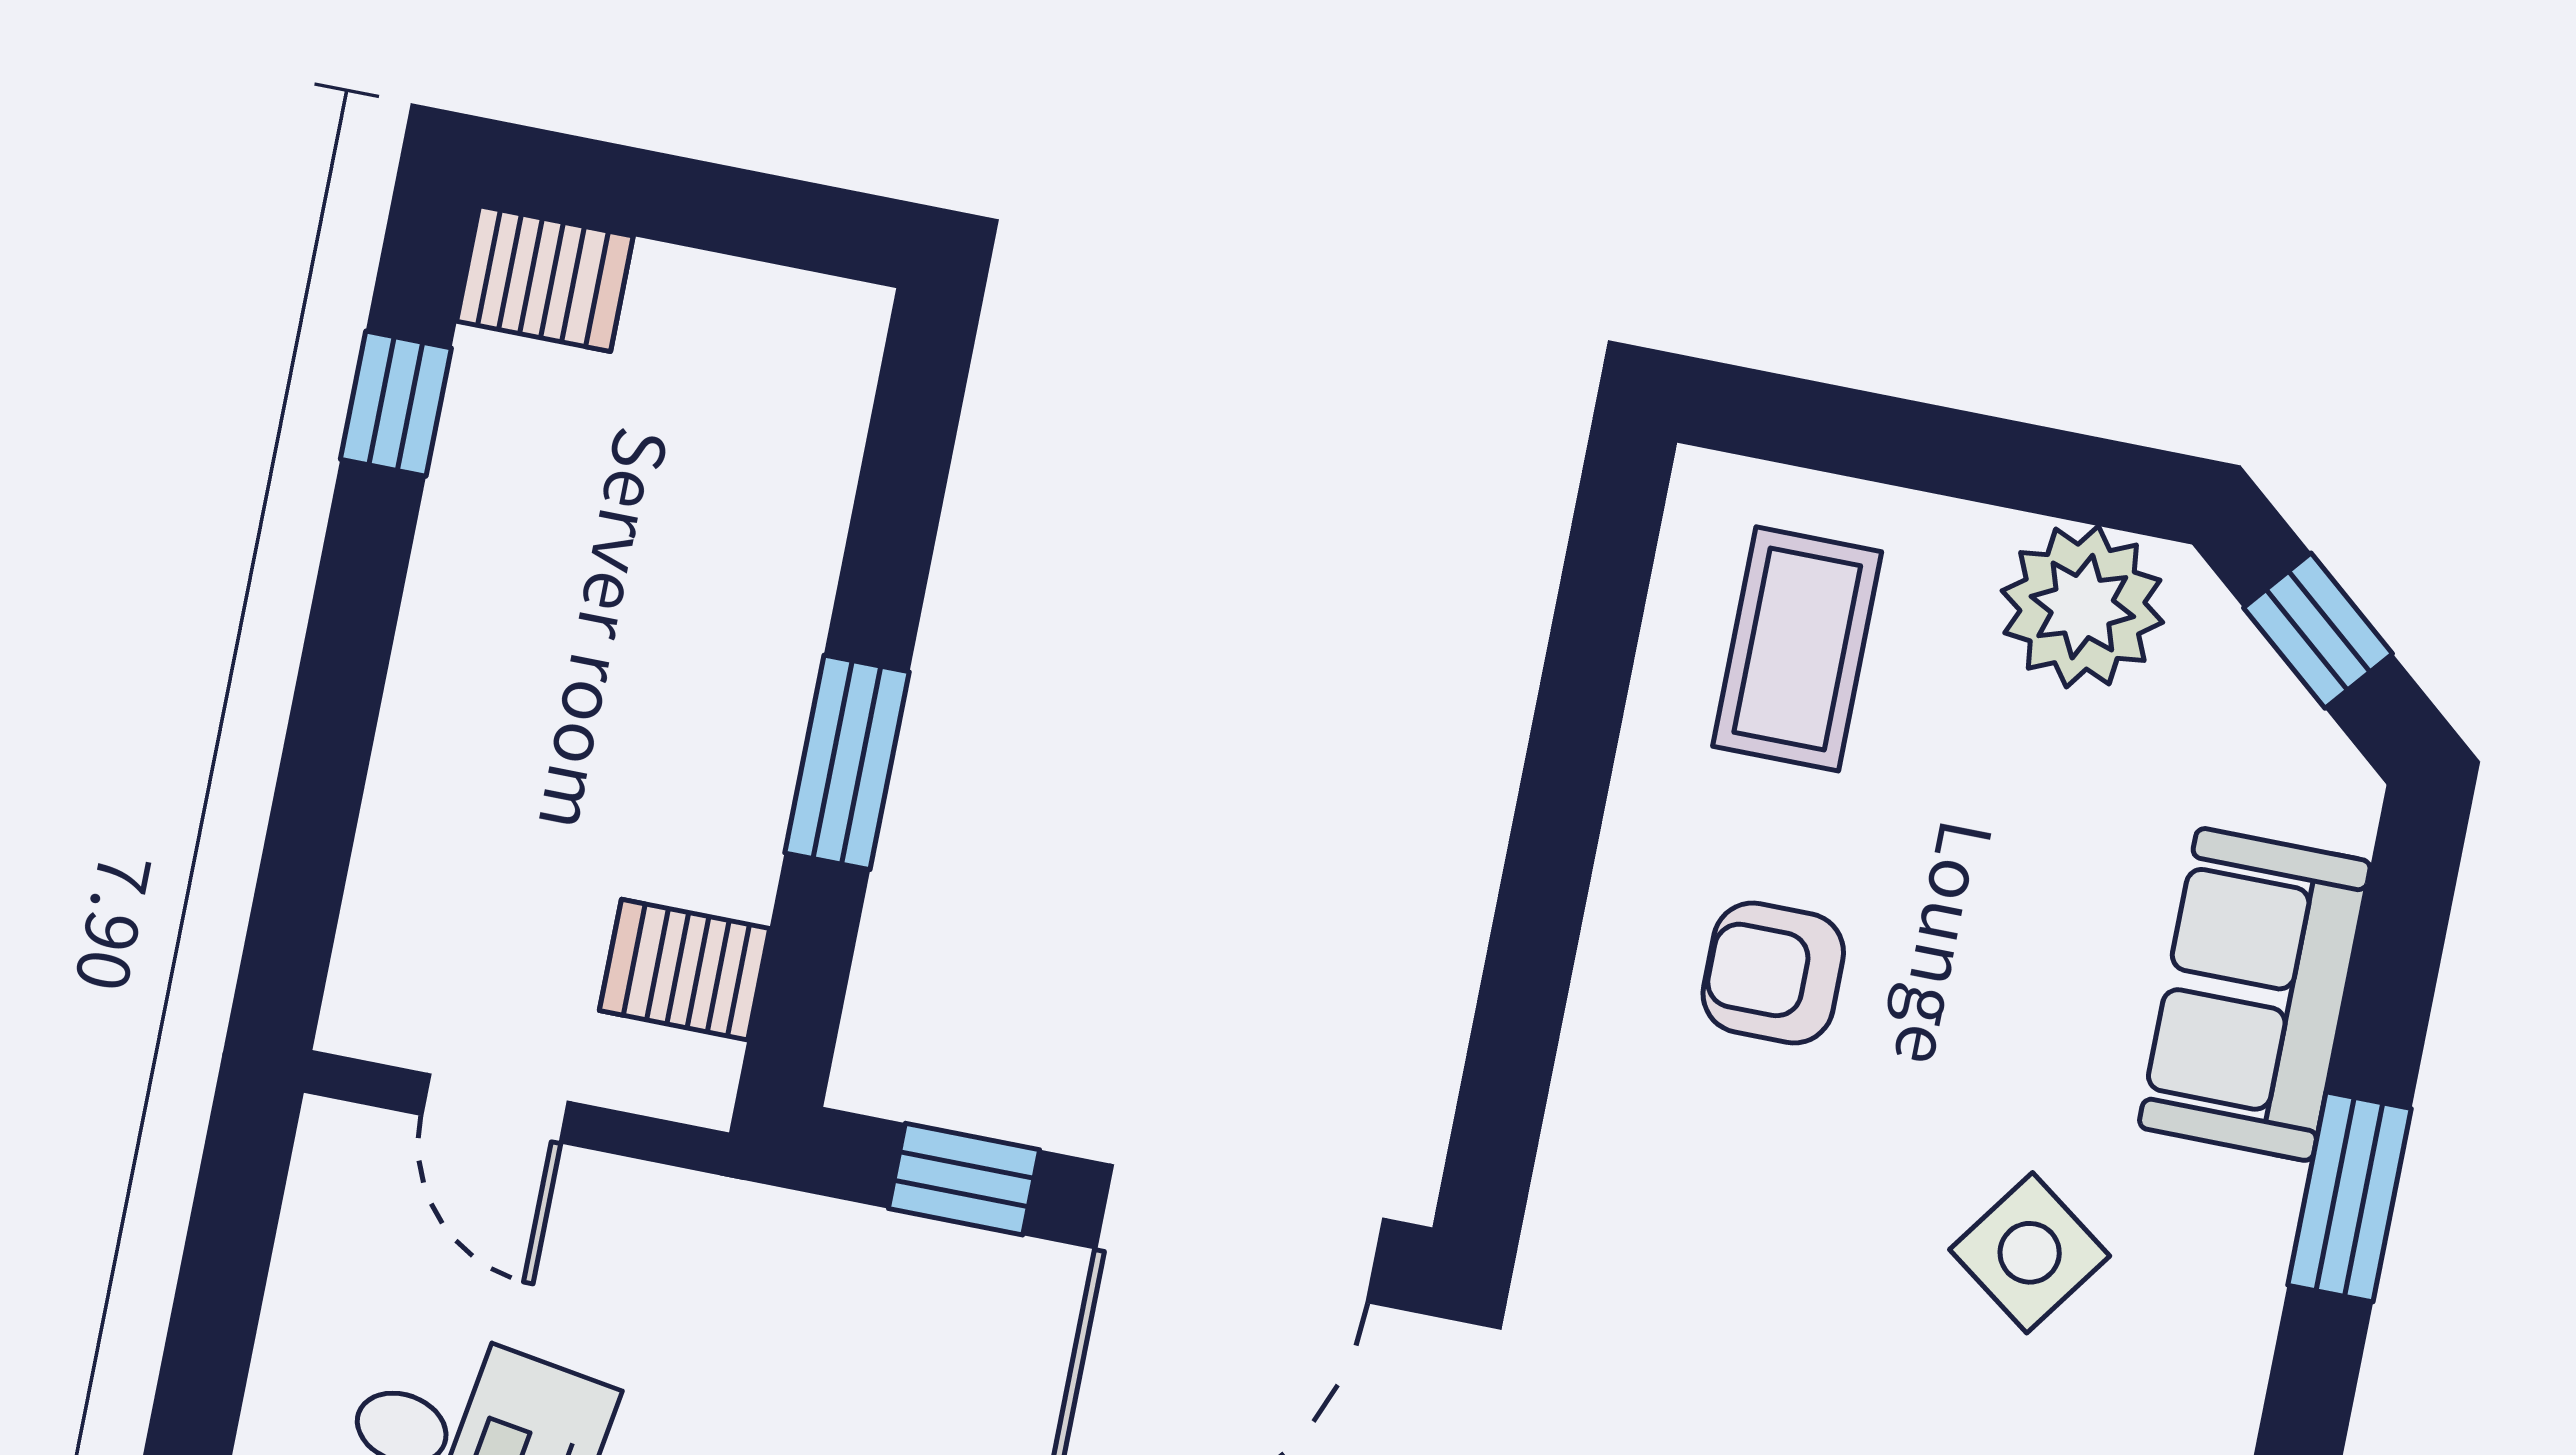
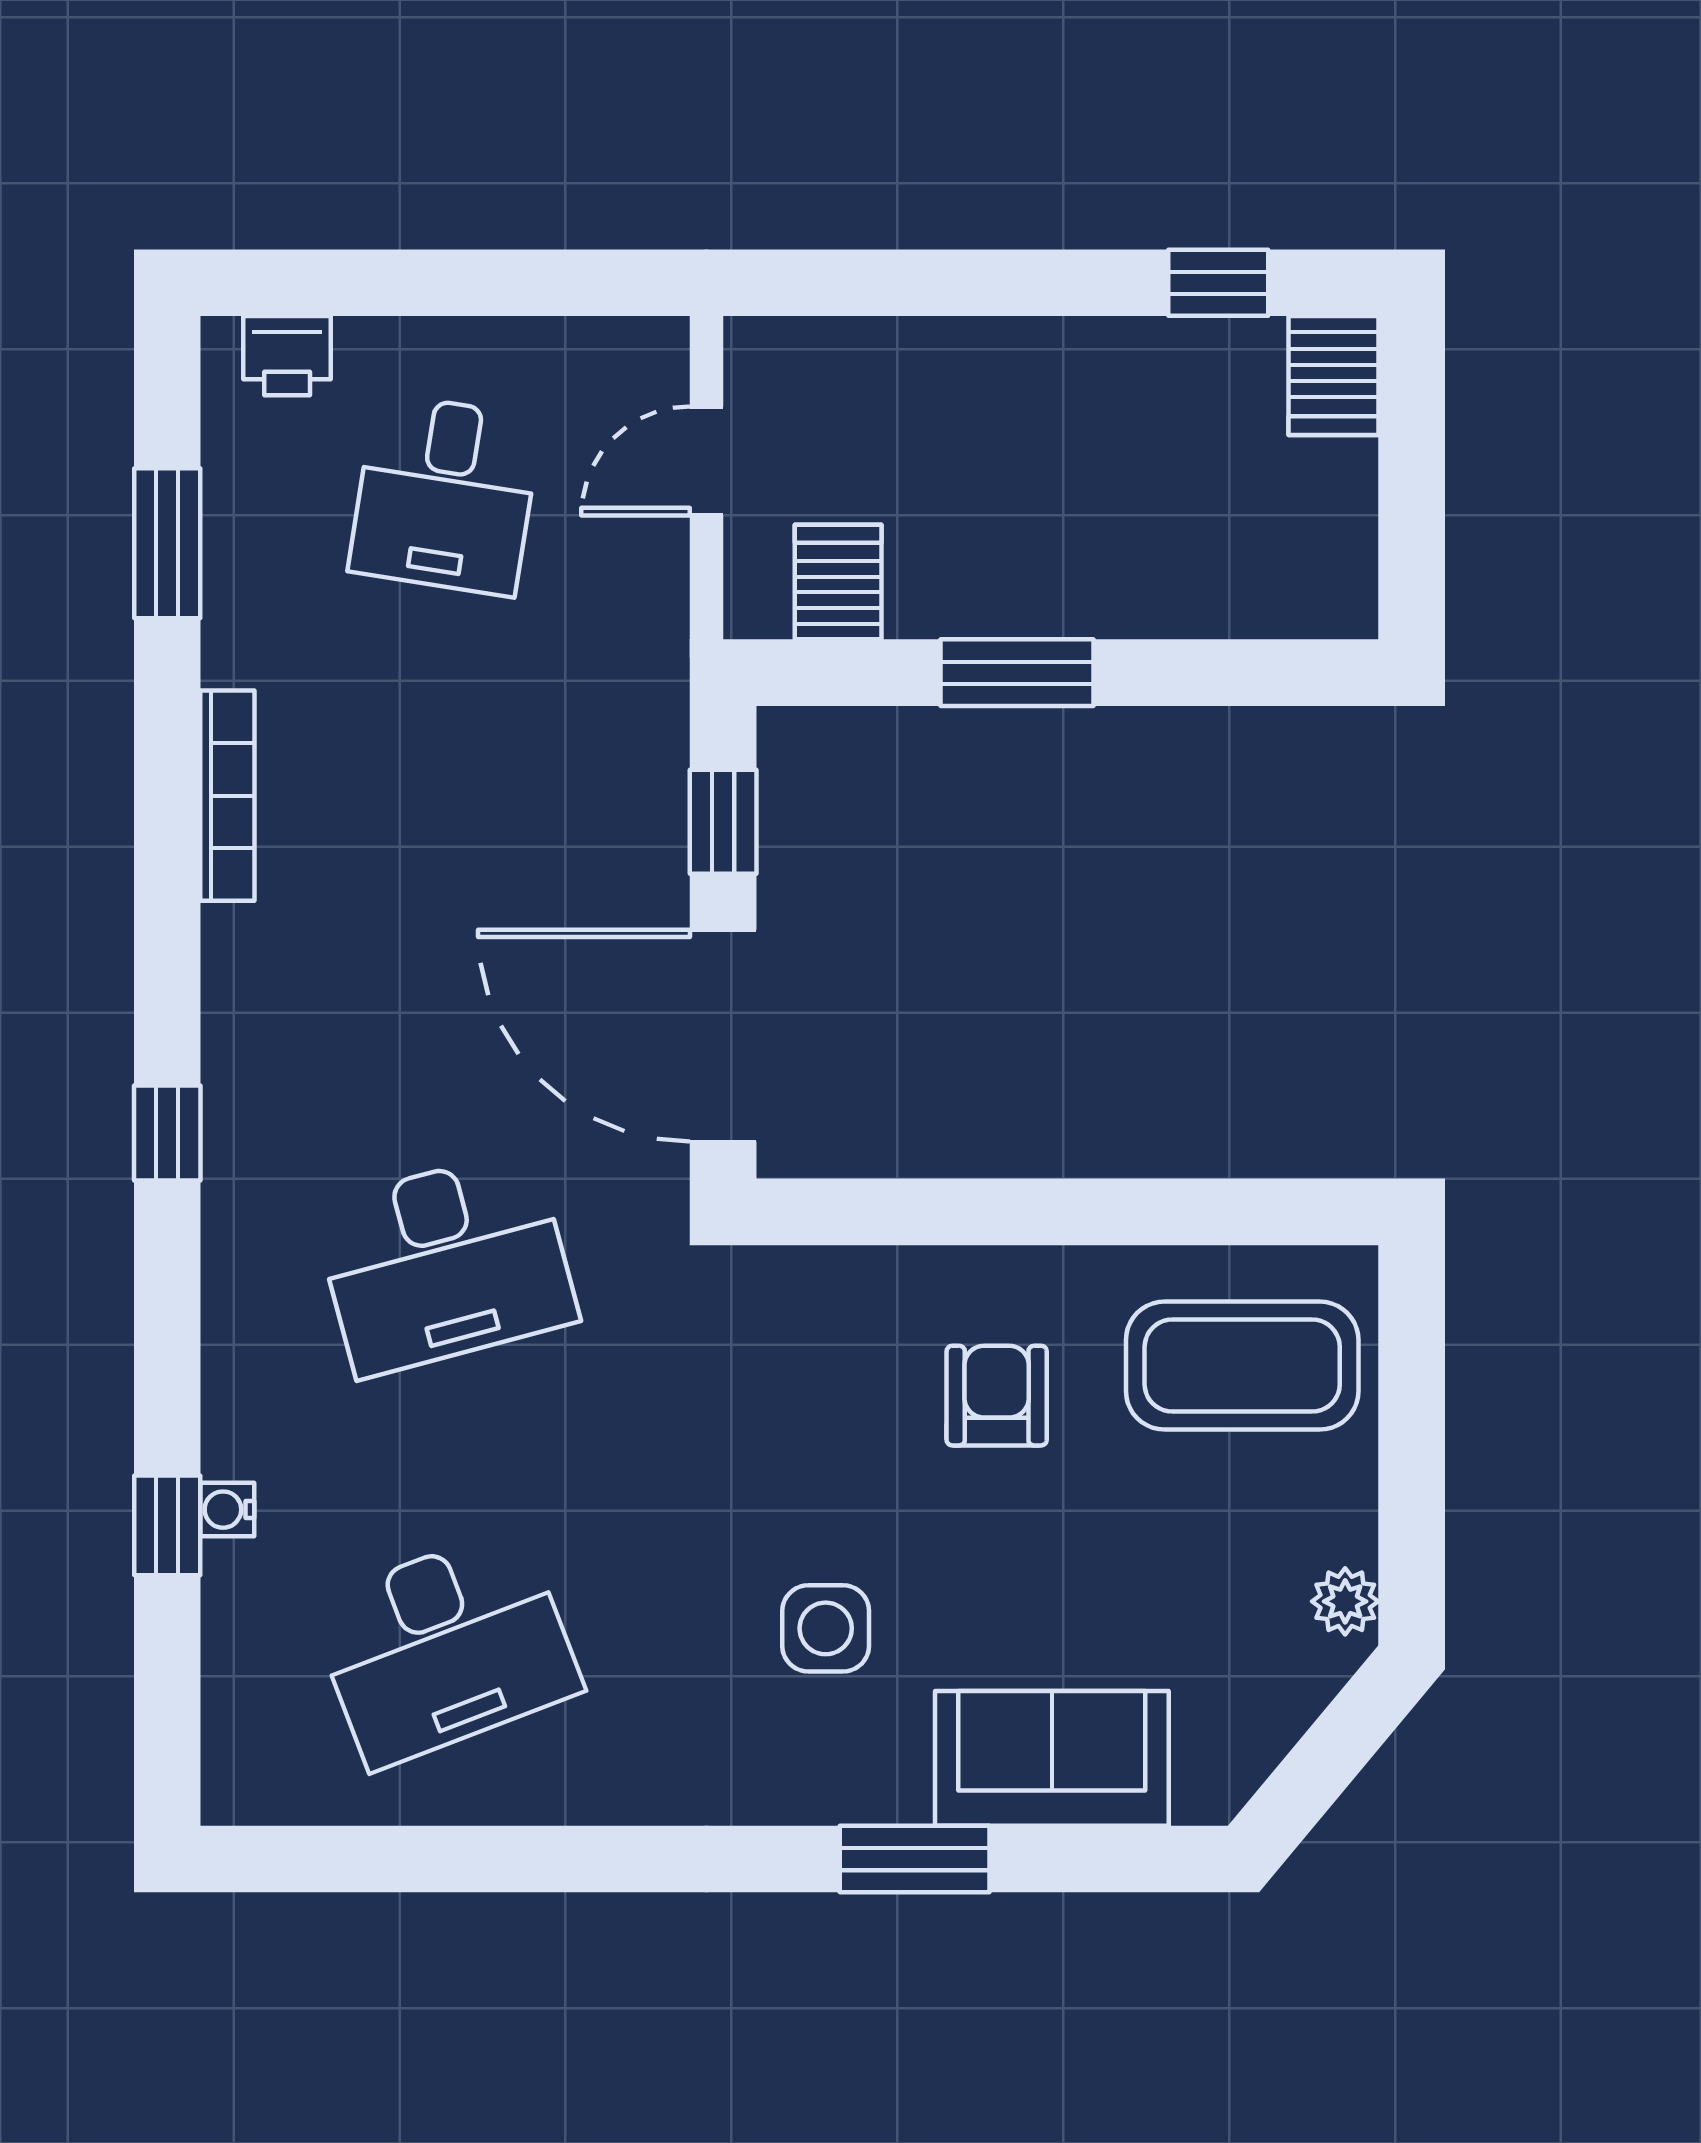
plant: (2082, 607) -> (1345, 1601), width x0.53, depth x0.53
window: (2318, 631) -> (1333, 1752), removed
coffee table: (1797, 649) -> (1242, 1366), width x1.36, depth x1.32
side table: (2030, 1253) -> (826, 1628), turned -36

